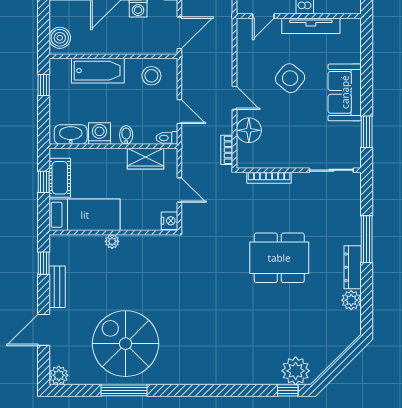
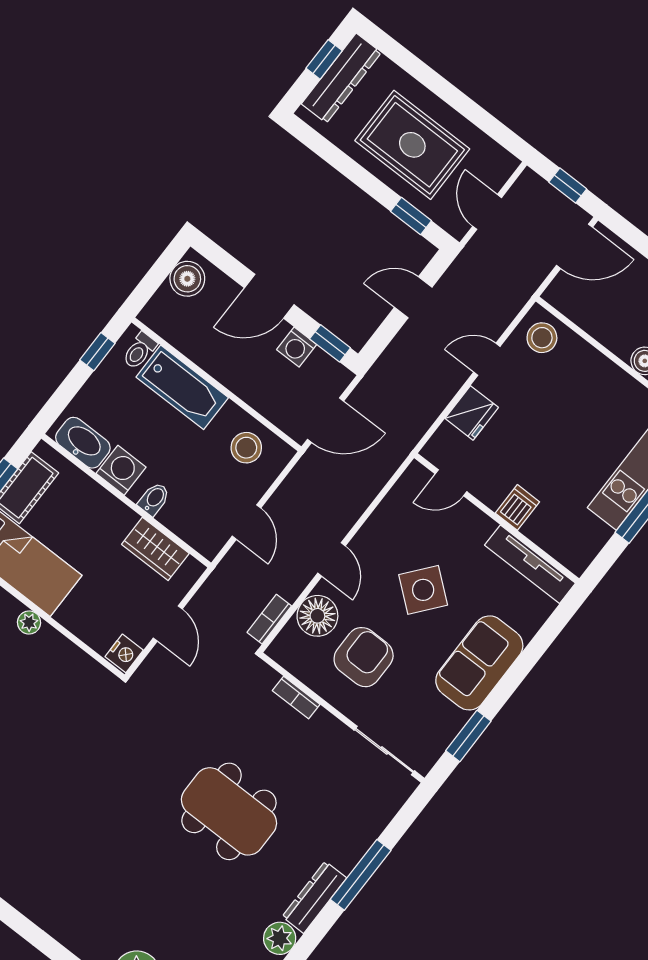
tv unit: (311, 26) -> (530, 564), moved
boiler: (60, 38) -> (187, 279), moved
armchair: (286, 133) -> (364, 657), added
toilet: (167, 138) -> (140, 351), moved, turned -90
bookcase: (269, 178) -> (296, 697), width x0.64

